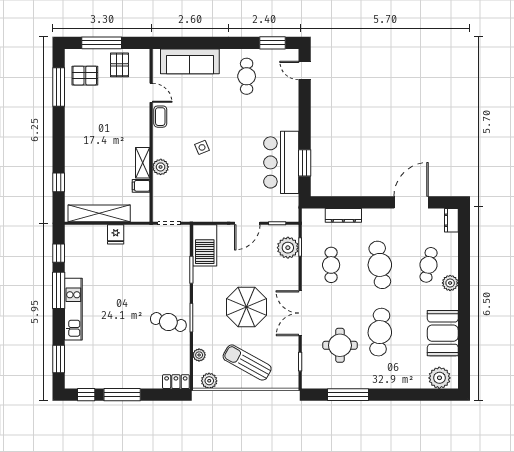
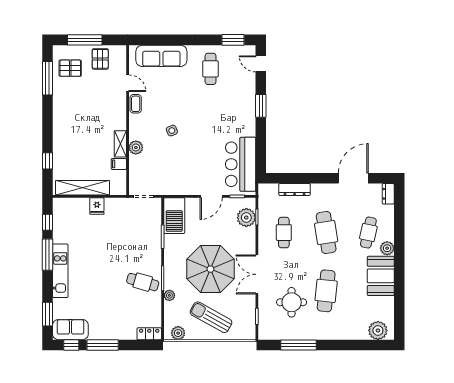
bar counter: (281, 162) -> (241, 164), moved
window: (305, 163) -> (261, 106), moved
parasol: (247, 307) -> (210, 269), width x1.36, depth x1.36
booth: (443, 333) -> (381, 276), moved
plant: (199, 355) -> (169, 295), moved
sofa: (85, 377) -> (70, 330), added

